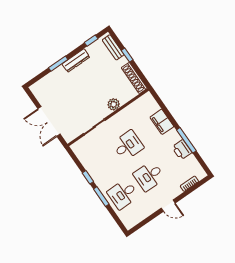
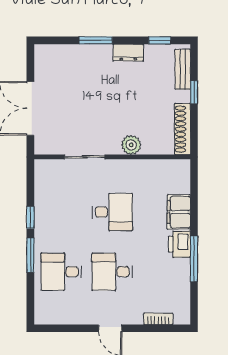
dresser: (76, 60) -> (128, 53), width x0.70
printer: (182, 150) -> (179, 244), moved

